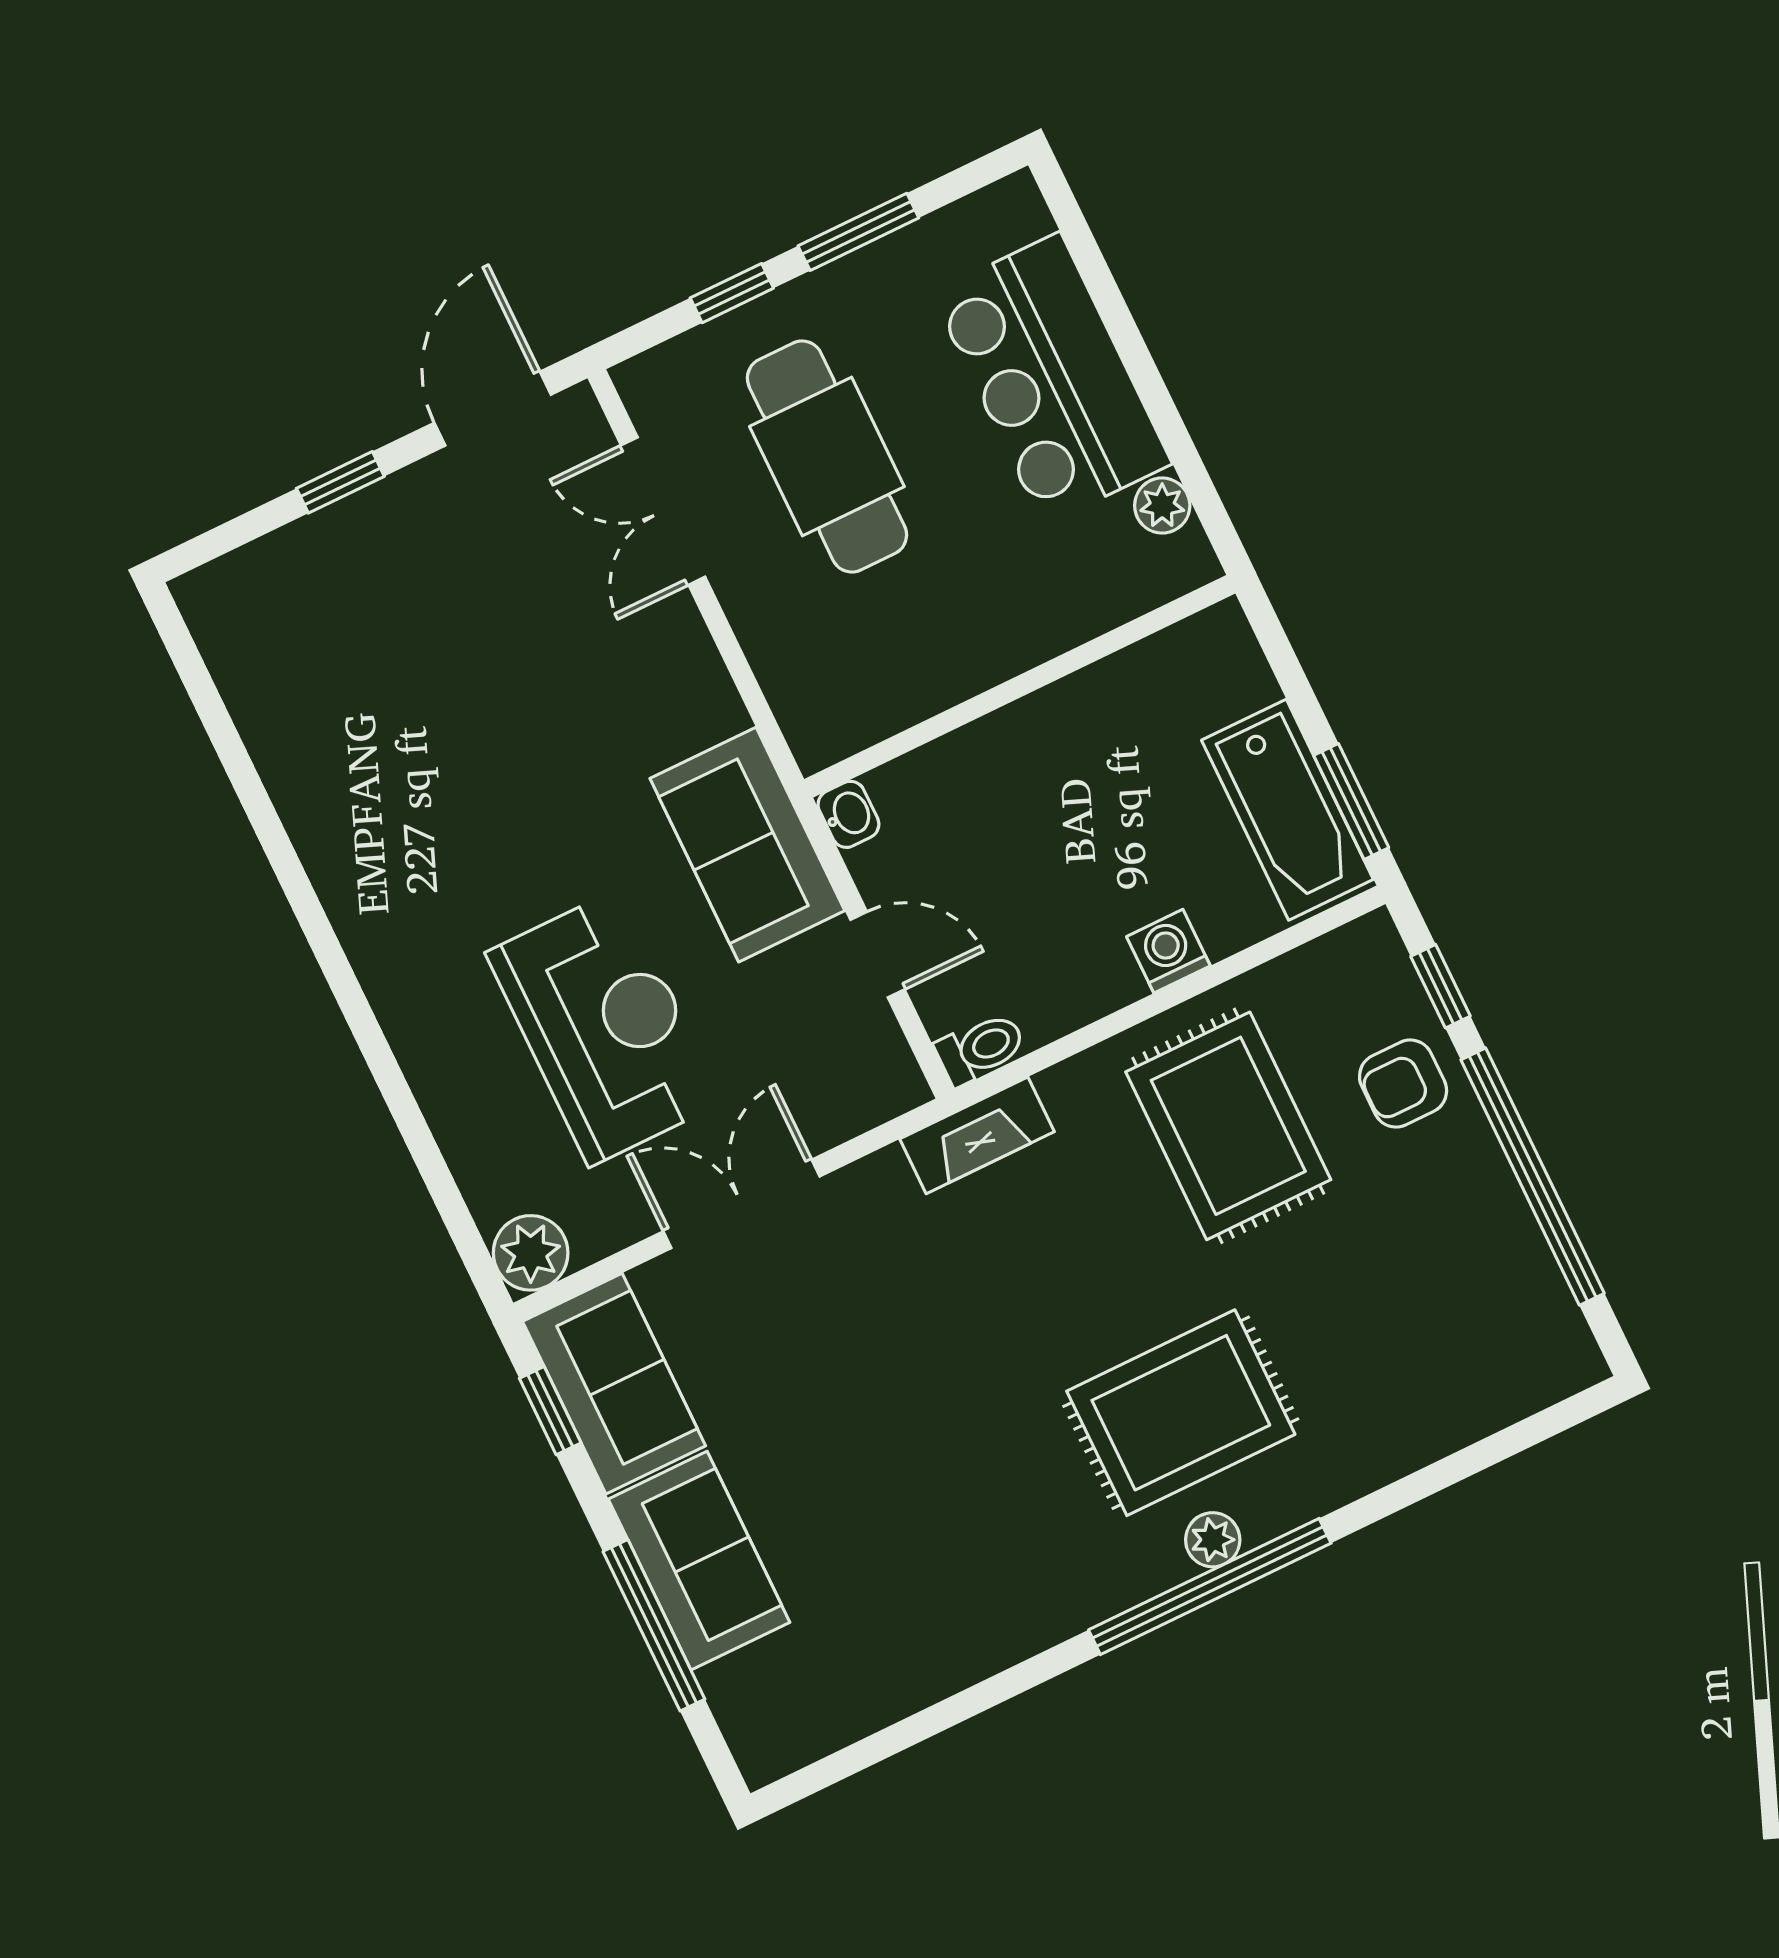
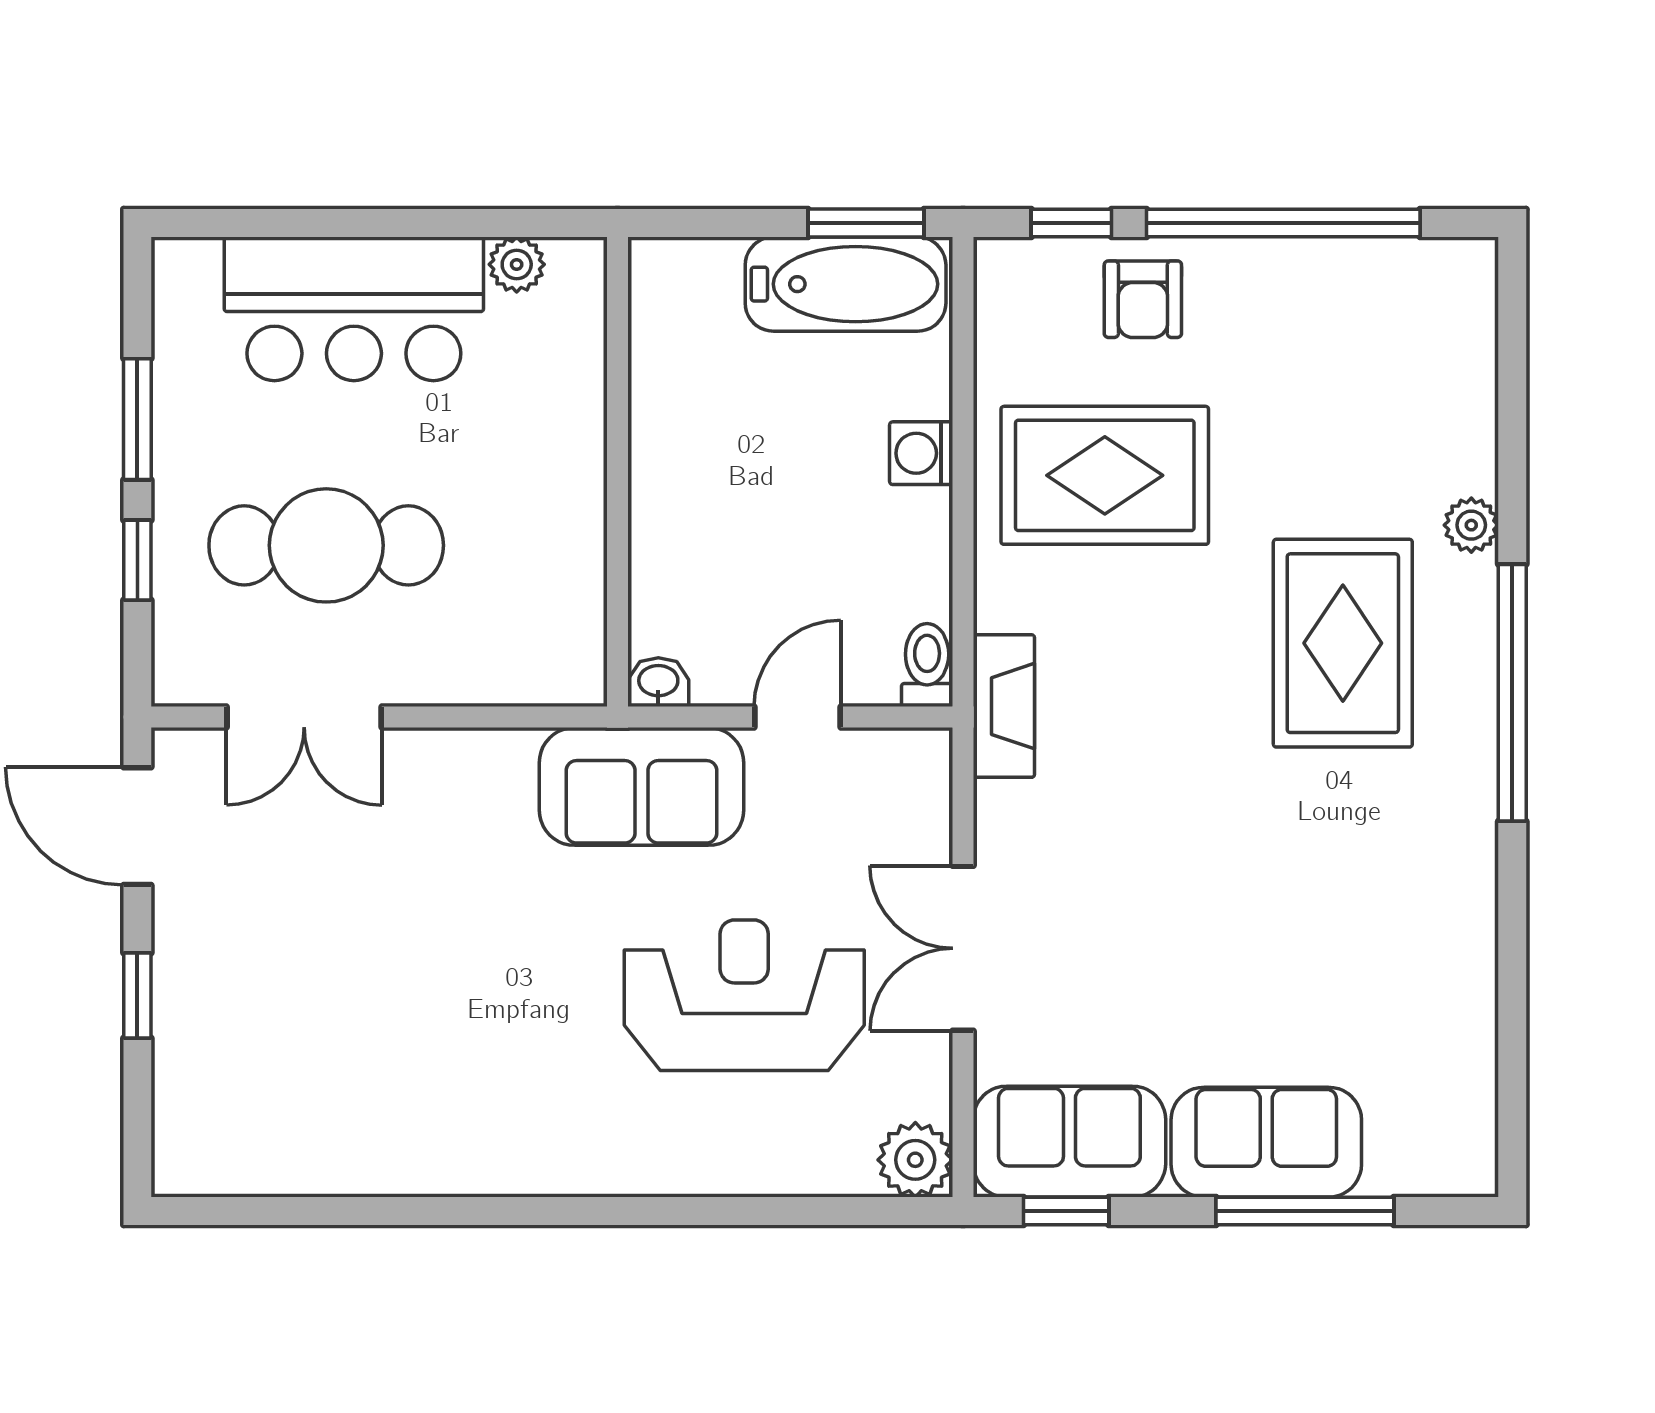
plant: (1213, 1540) -> (1471, 525), moved

